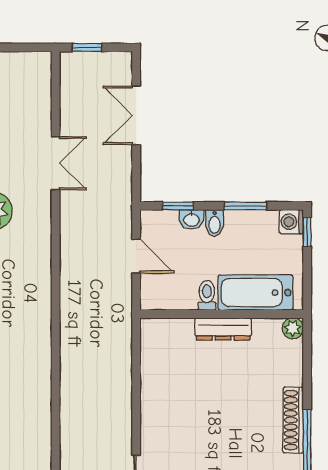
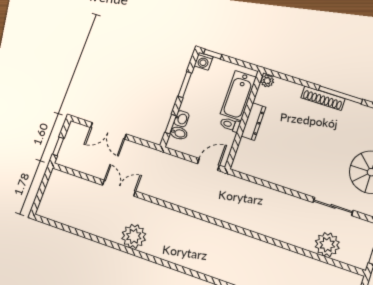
bidet: (215, 223) -> (179, 133), moved
door: (136, 256) -> (208, 164), moved

